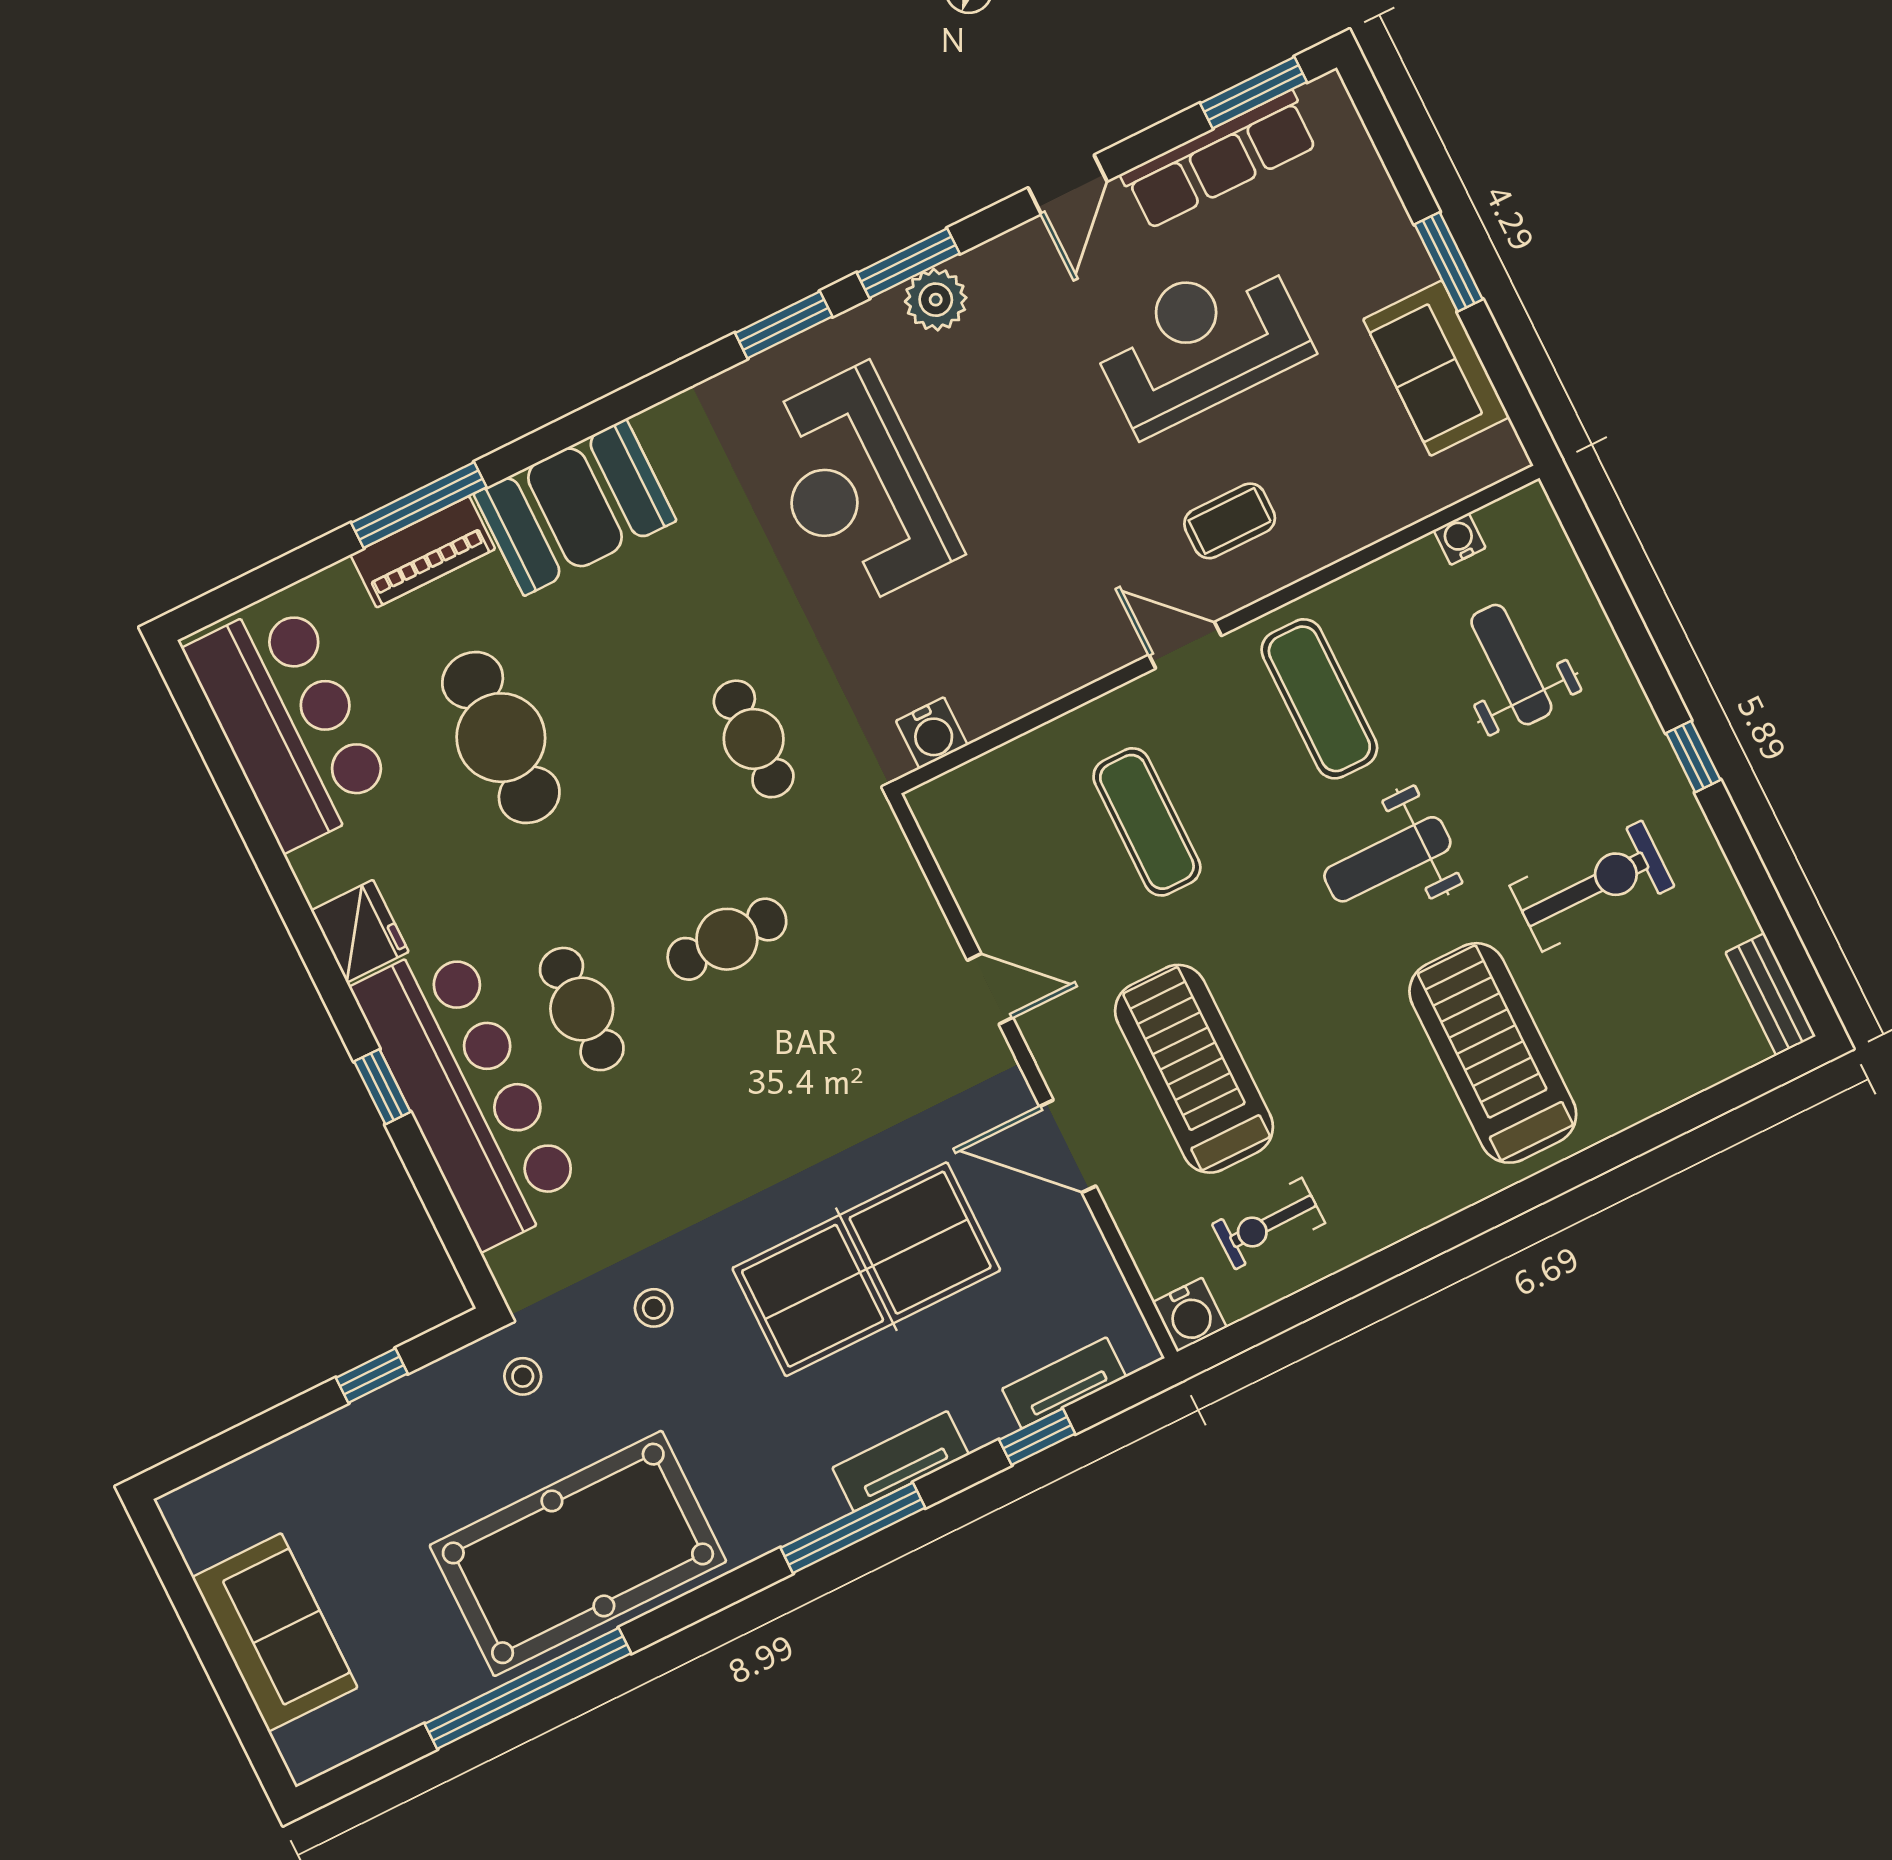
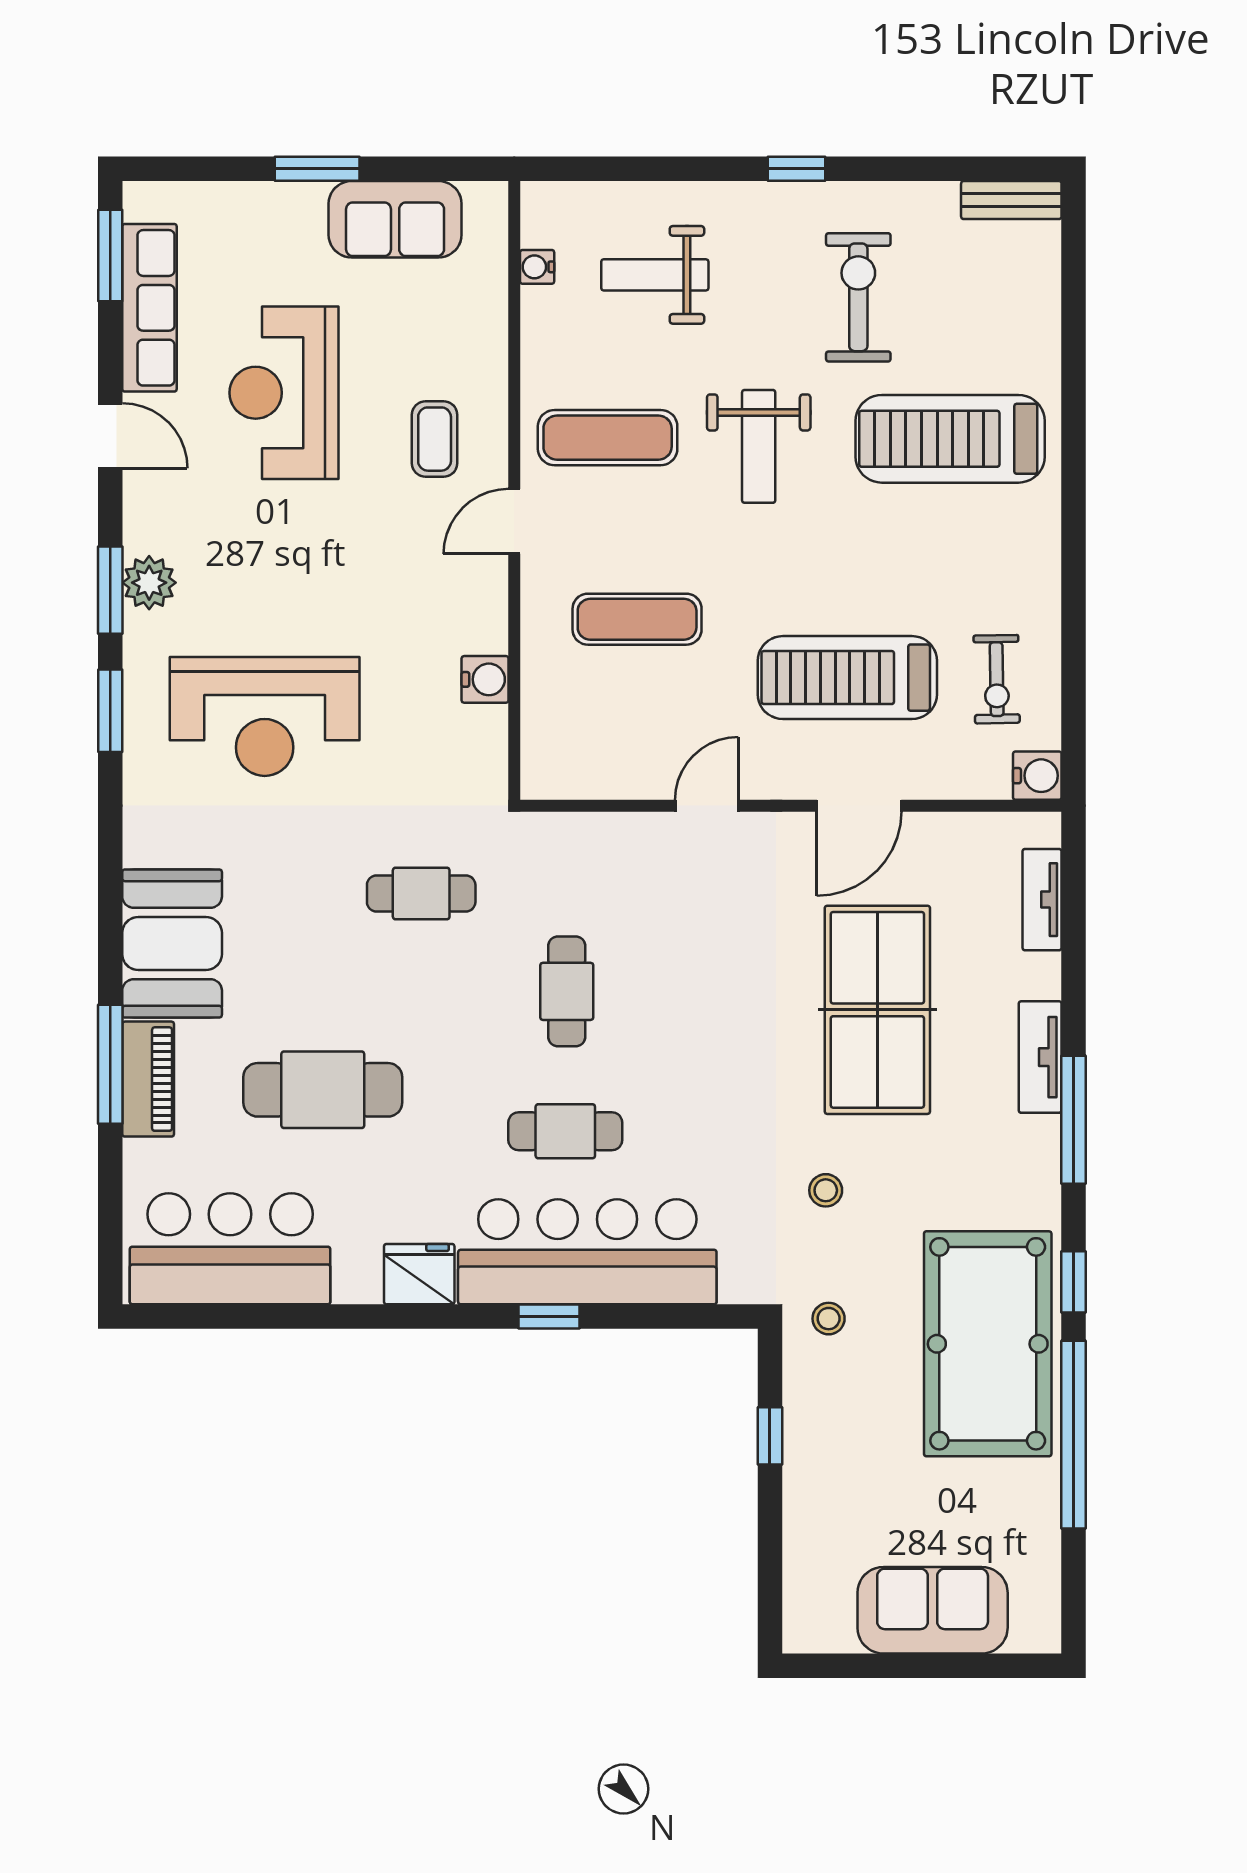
water cooler: (932, 733) -> (485, 679), moved
window: (1037, 1437) -> (1074, 1282), moved

